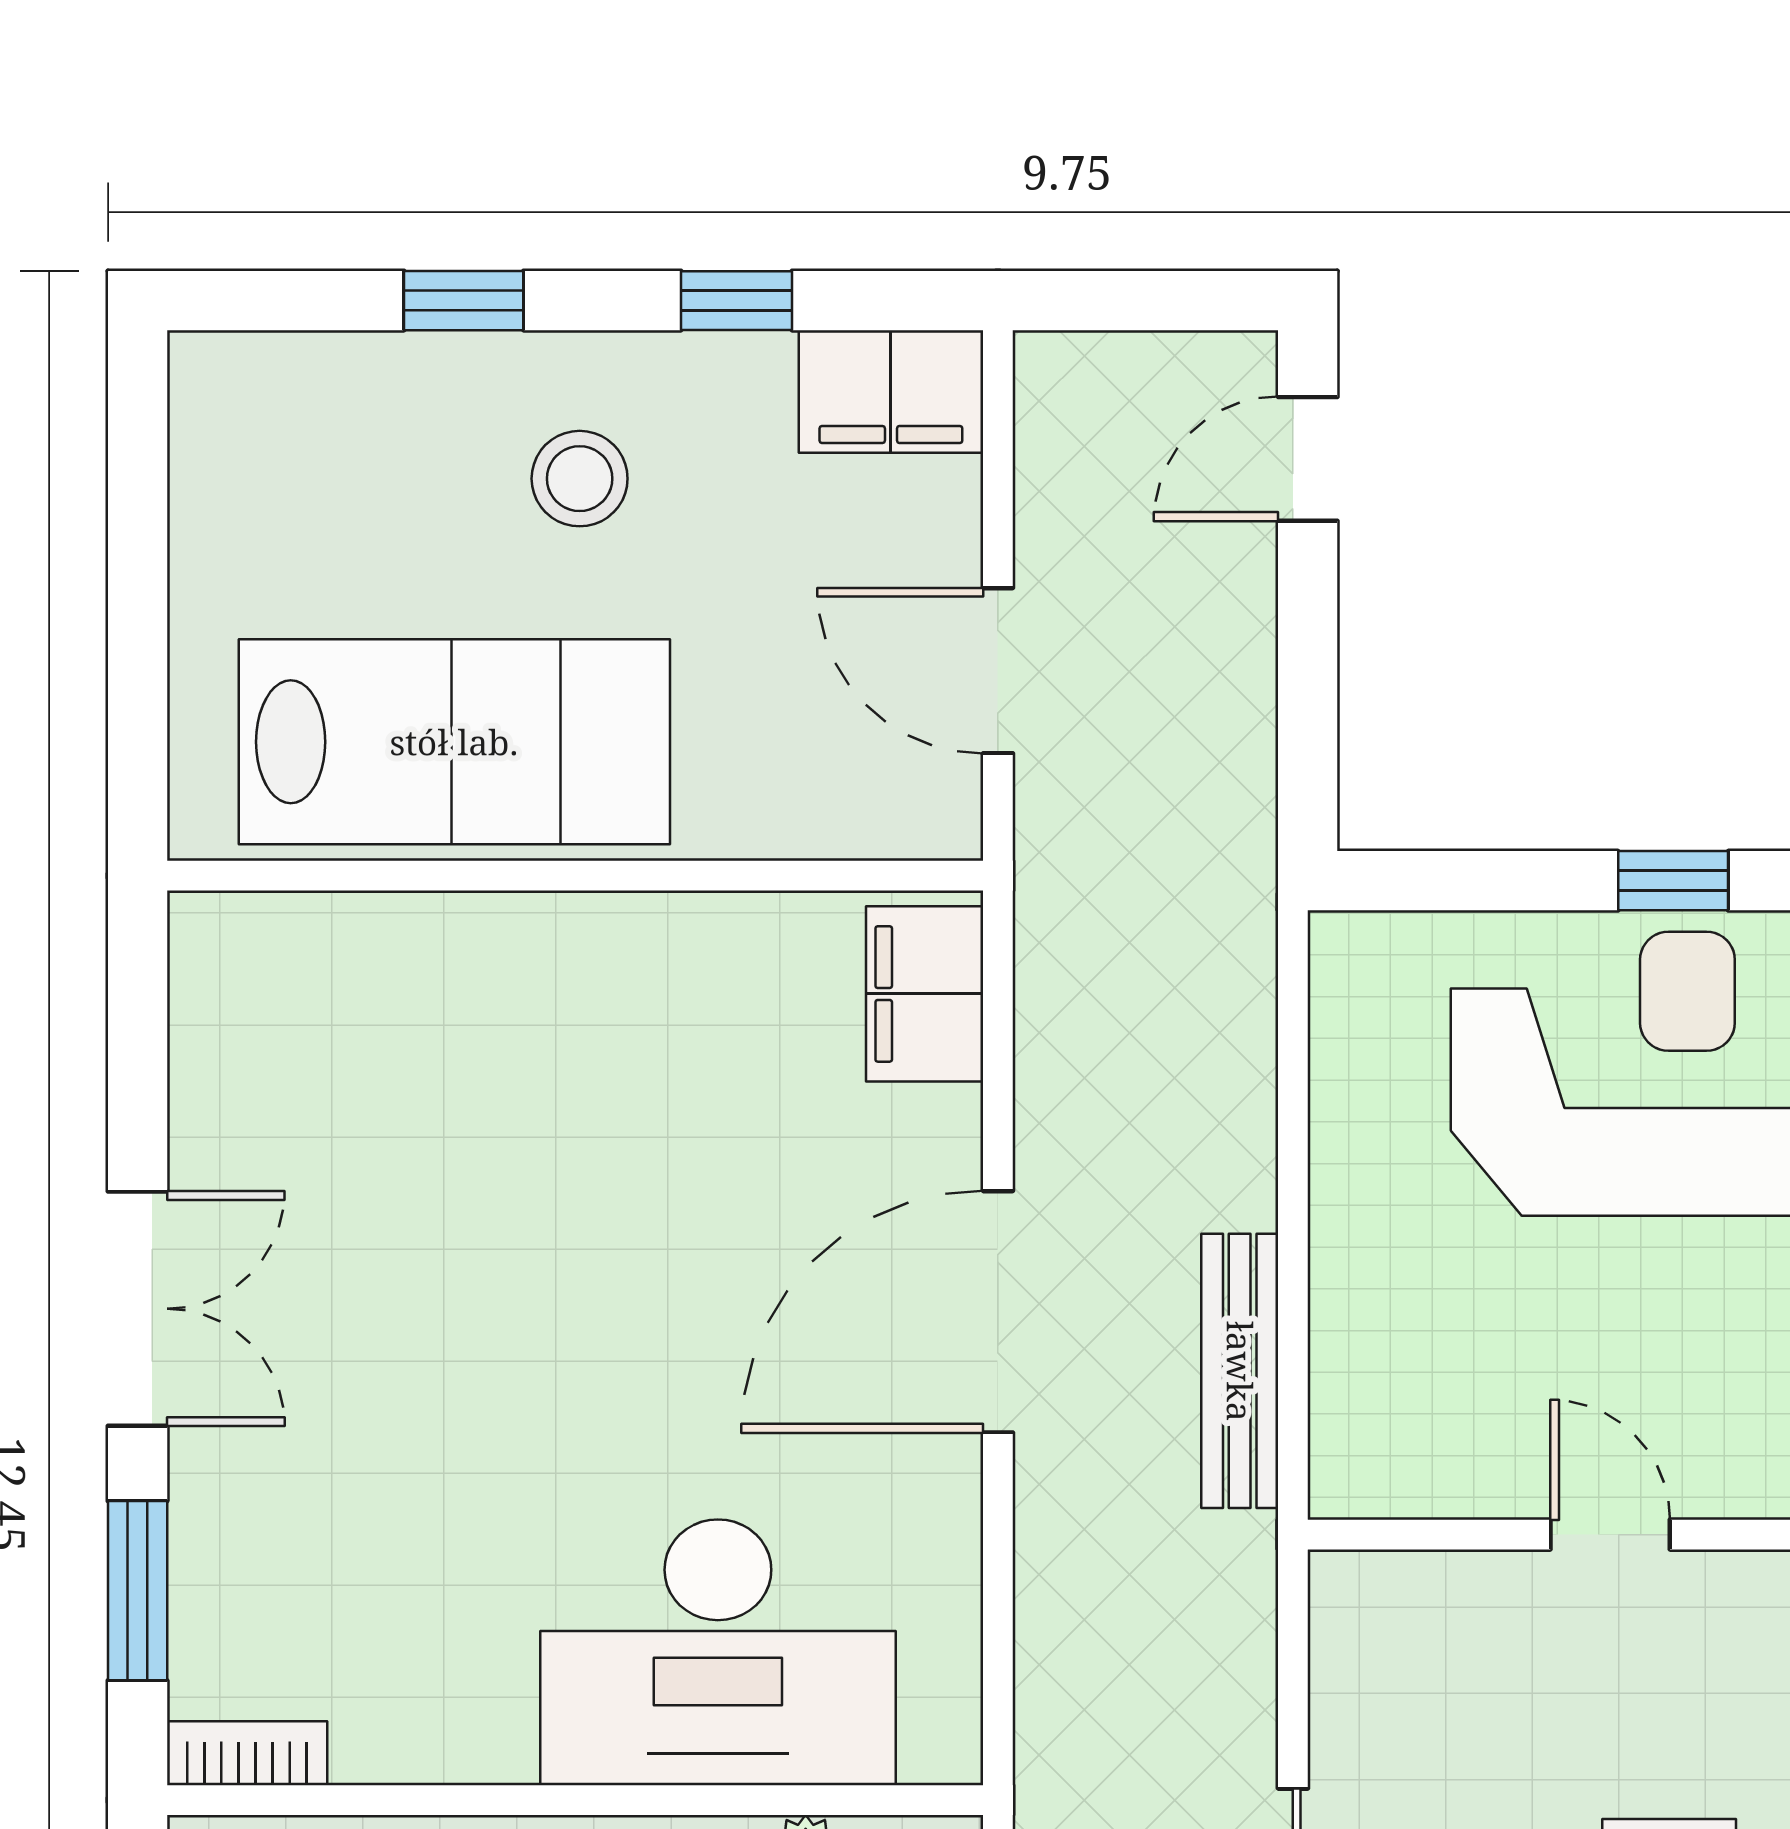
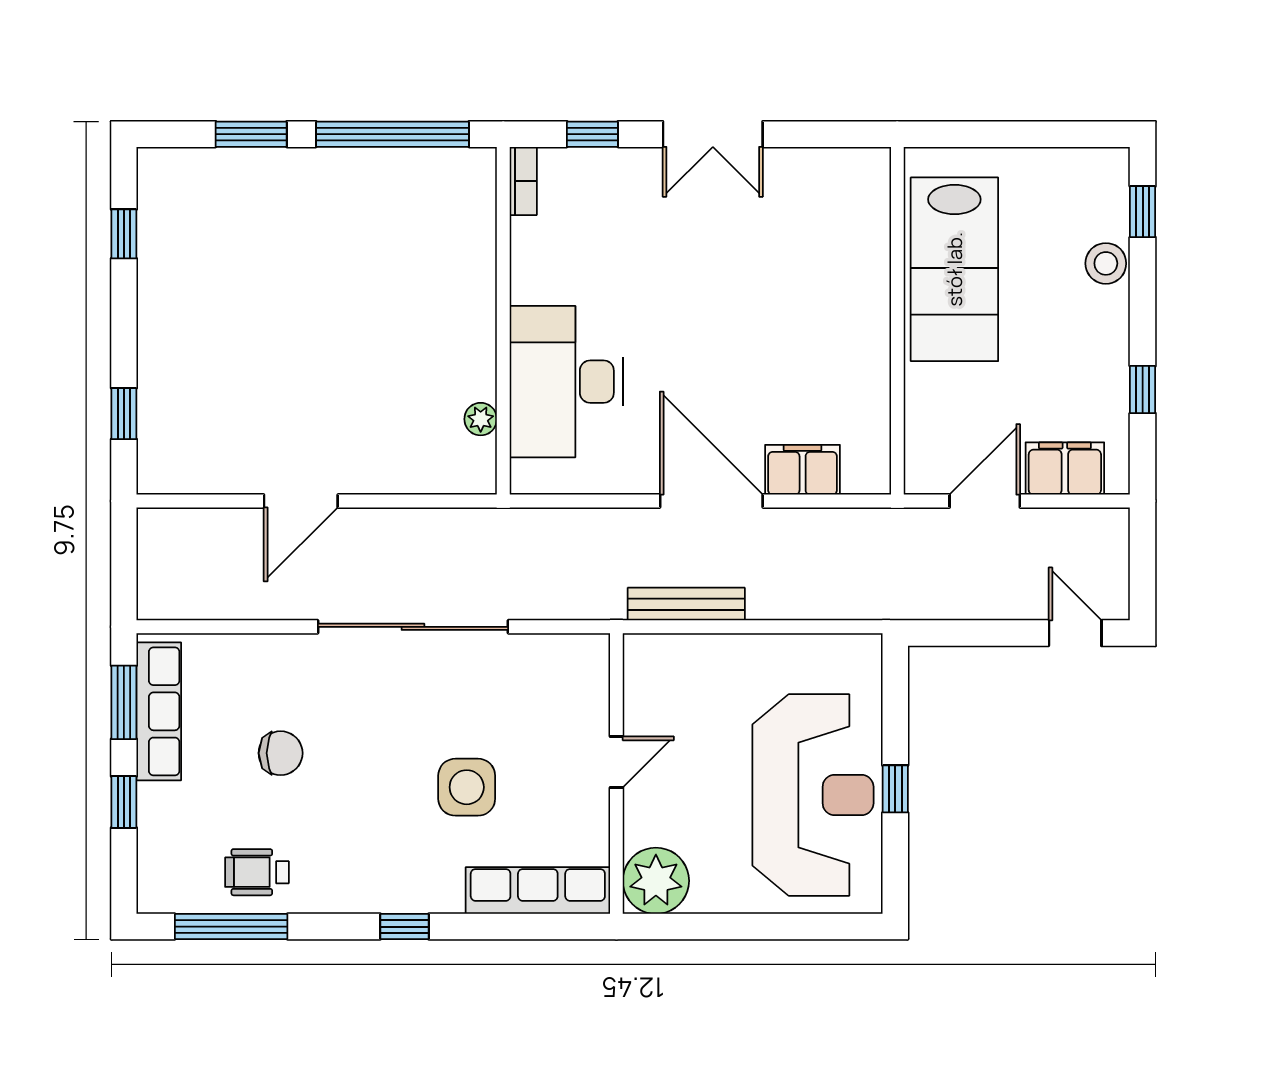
window: (464, 301) -> (1143, 212), moved
filing cabinet: (891, 391) -> (1065, 469), moved, turned 90
stool: (580, 479) -> (1106, 263), moved
filing cabinet: (925, 994) -> (803, 470), moved
window: (138, 1591) -> (592, 134), width x0.67

